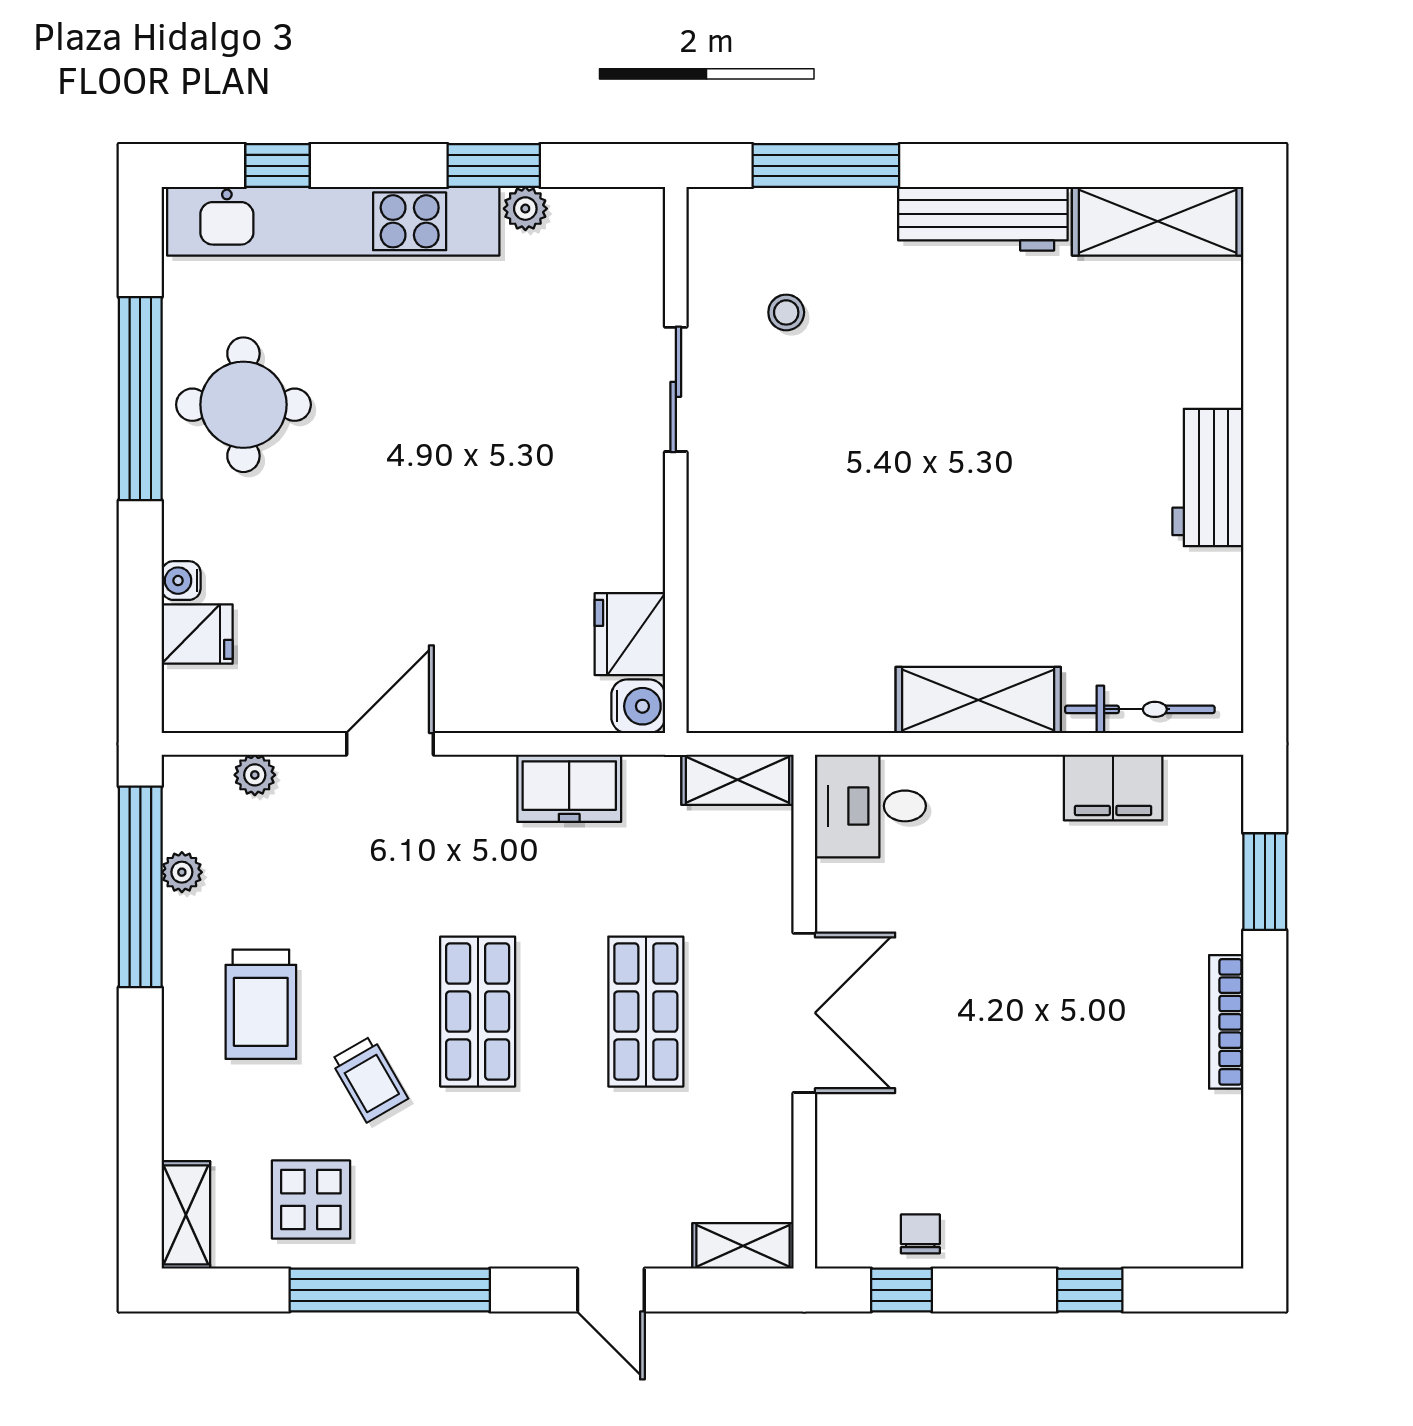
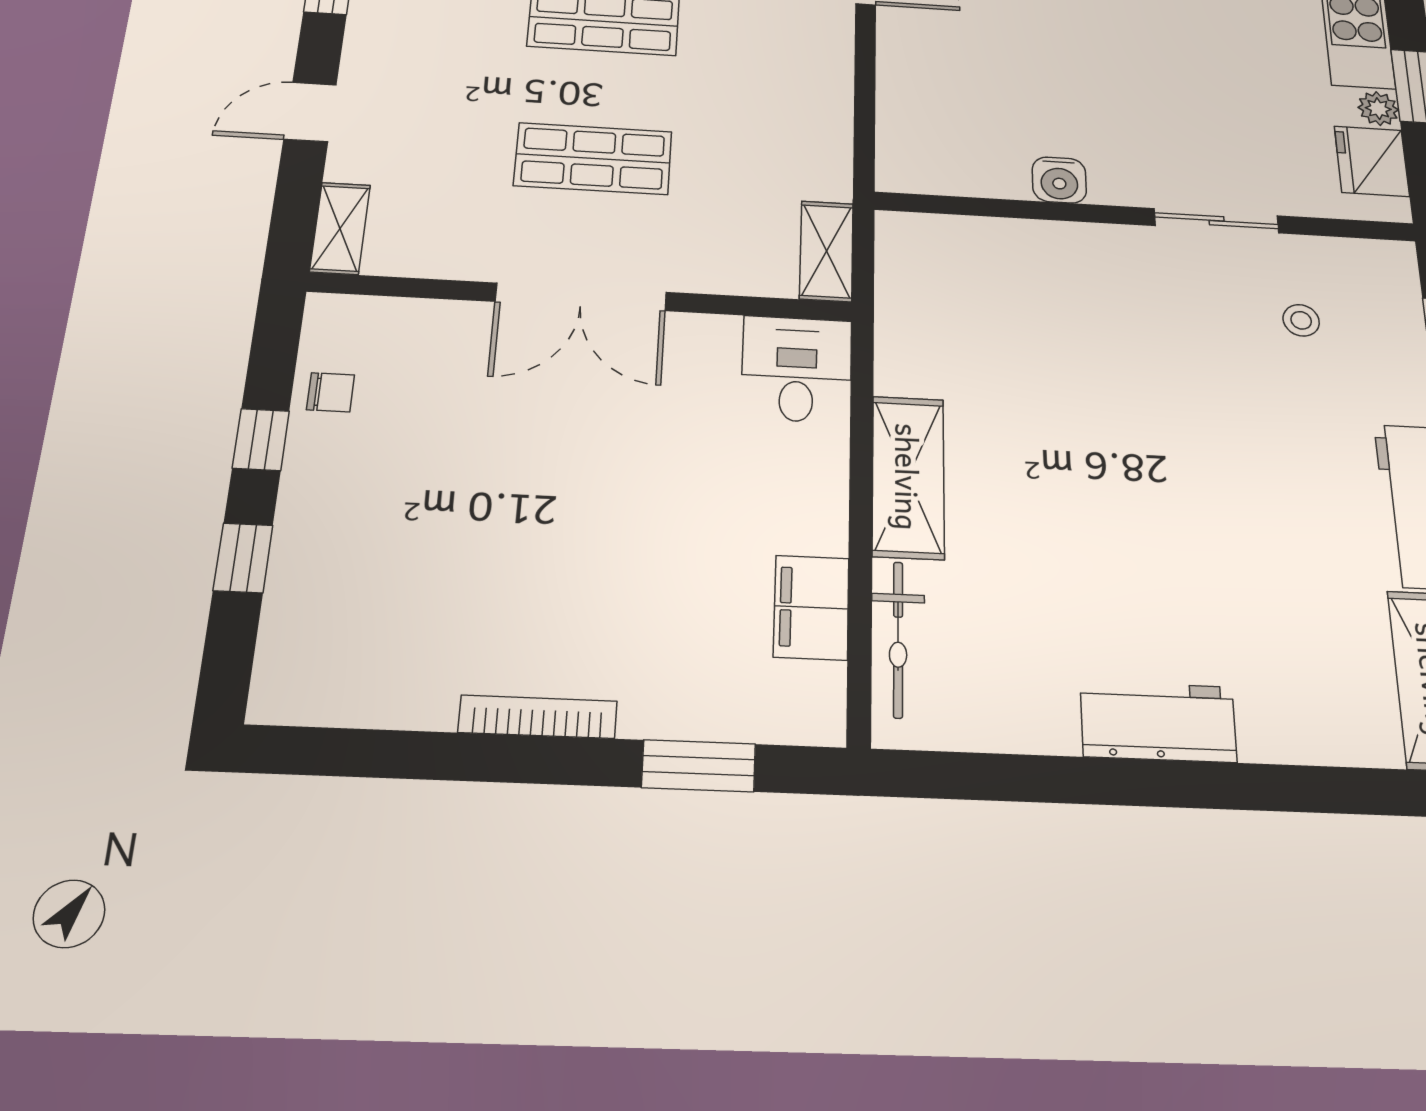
fridge: (630, 634) -> (1372, 161), moved, turned -90
water cooler: (638, 706) -> (1059, 180), moved
freezer: (569, 788) -> (821, 109), removed
window: (901, 1290) -> (261, 440), moved

